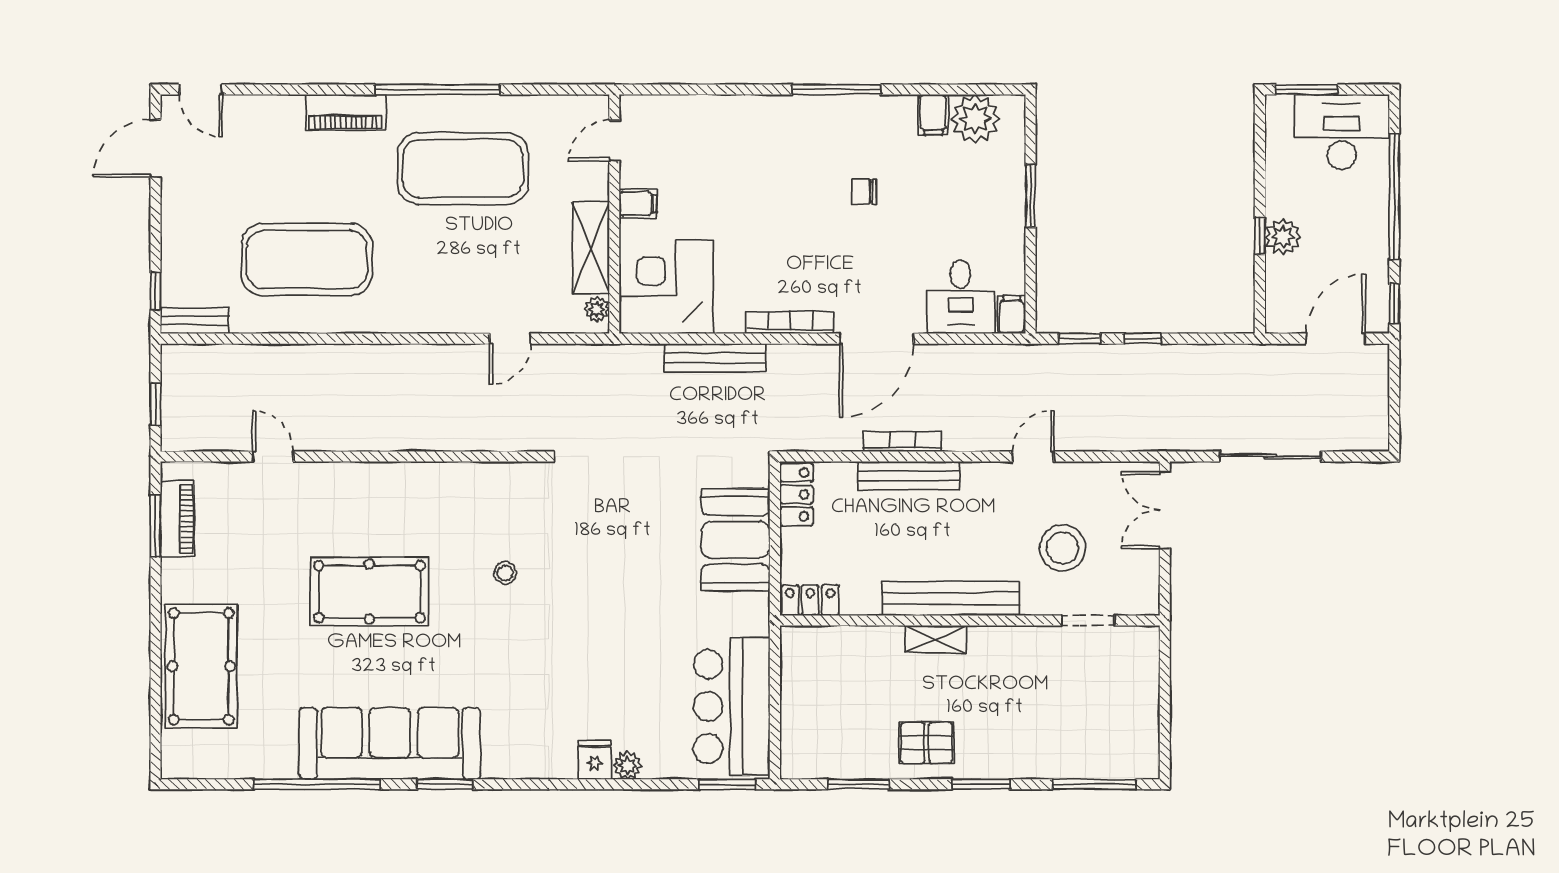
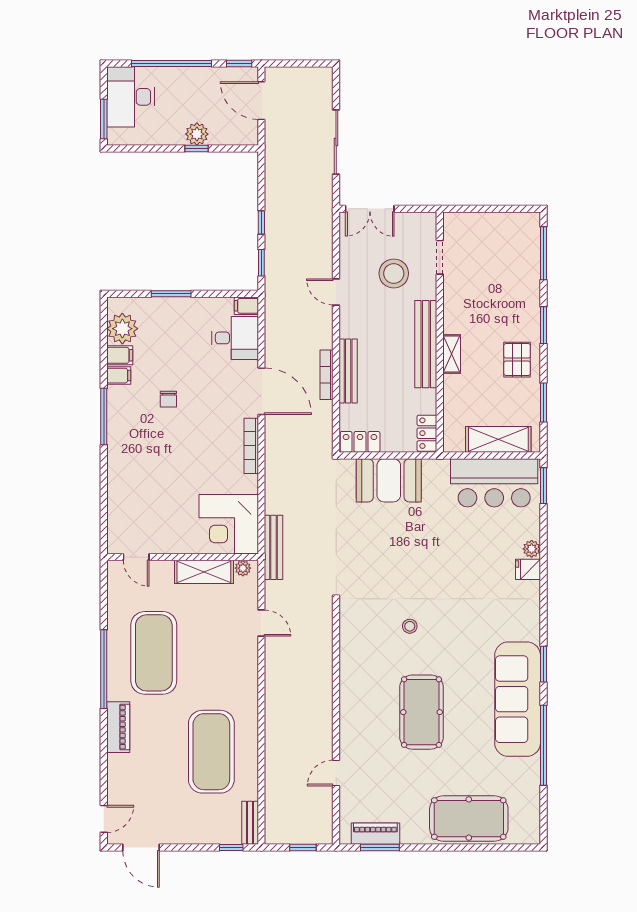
filing cabinet: (638, 204) -> (119, 376), moved, turned 90
bench: (715, 358) -> (274, 547), moved
shelving: (800, 713) -> (498, 439), added

